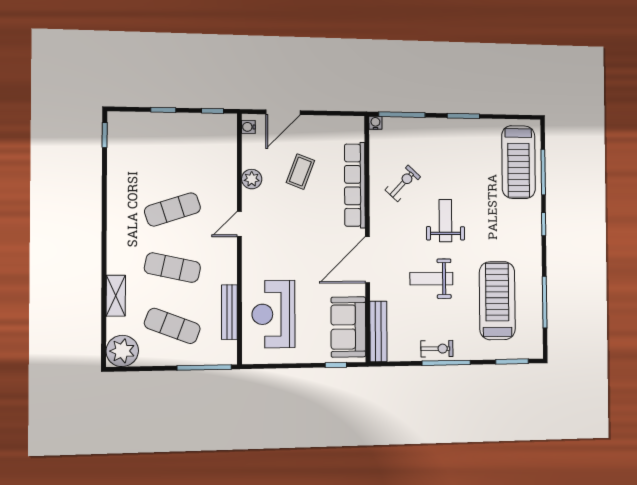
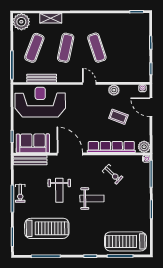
plant: (354, 126) -> (144, 147), added
weight bench: (431, 279) -> (59, 190), turned 180
reception desk: (273, 314) -> (40, 102), width x1.36, depth x1.30

